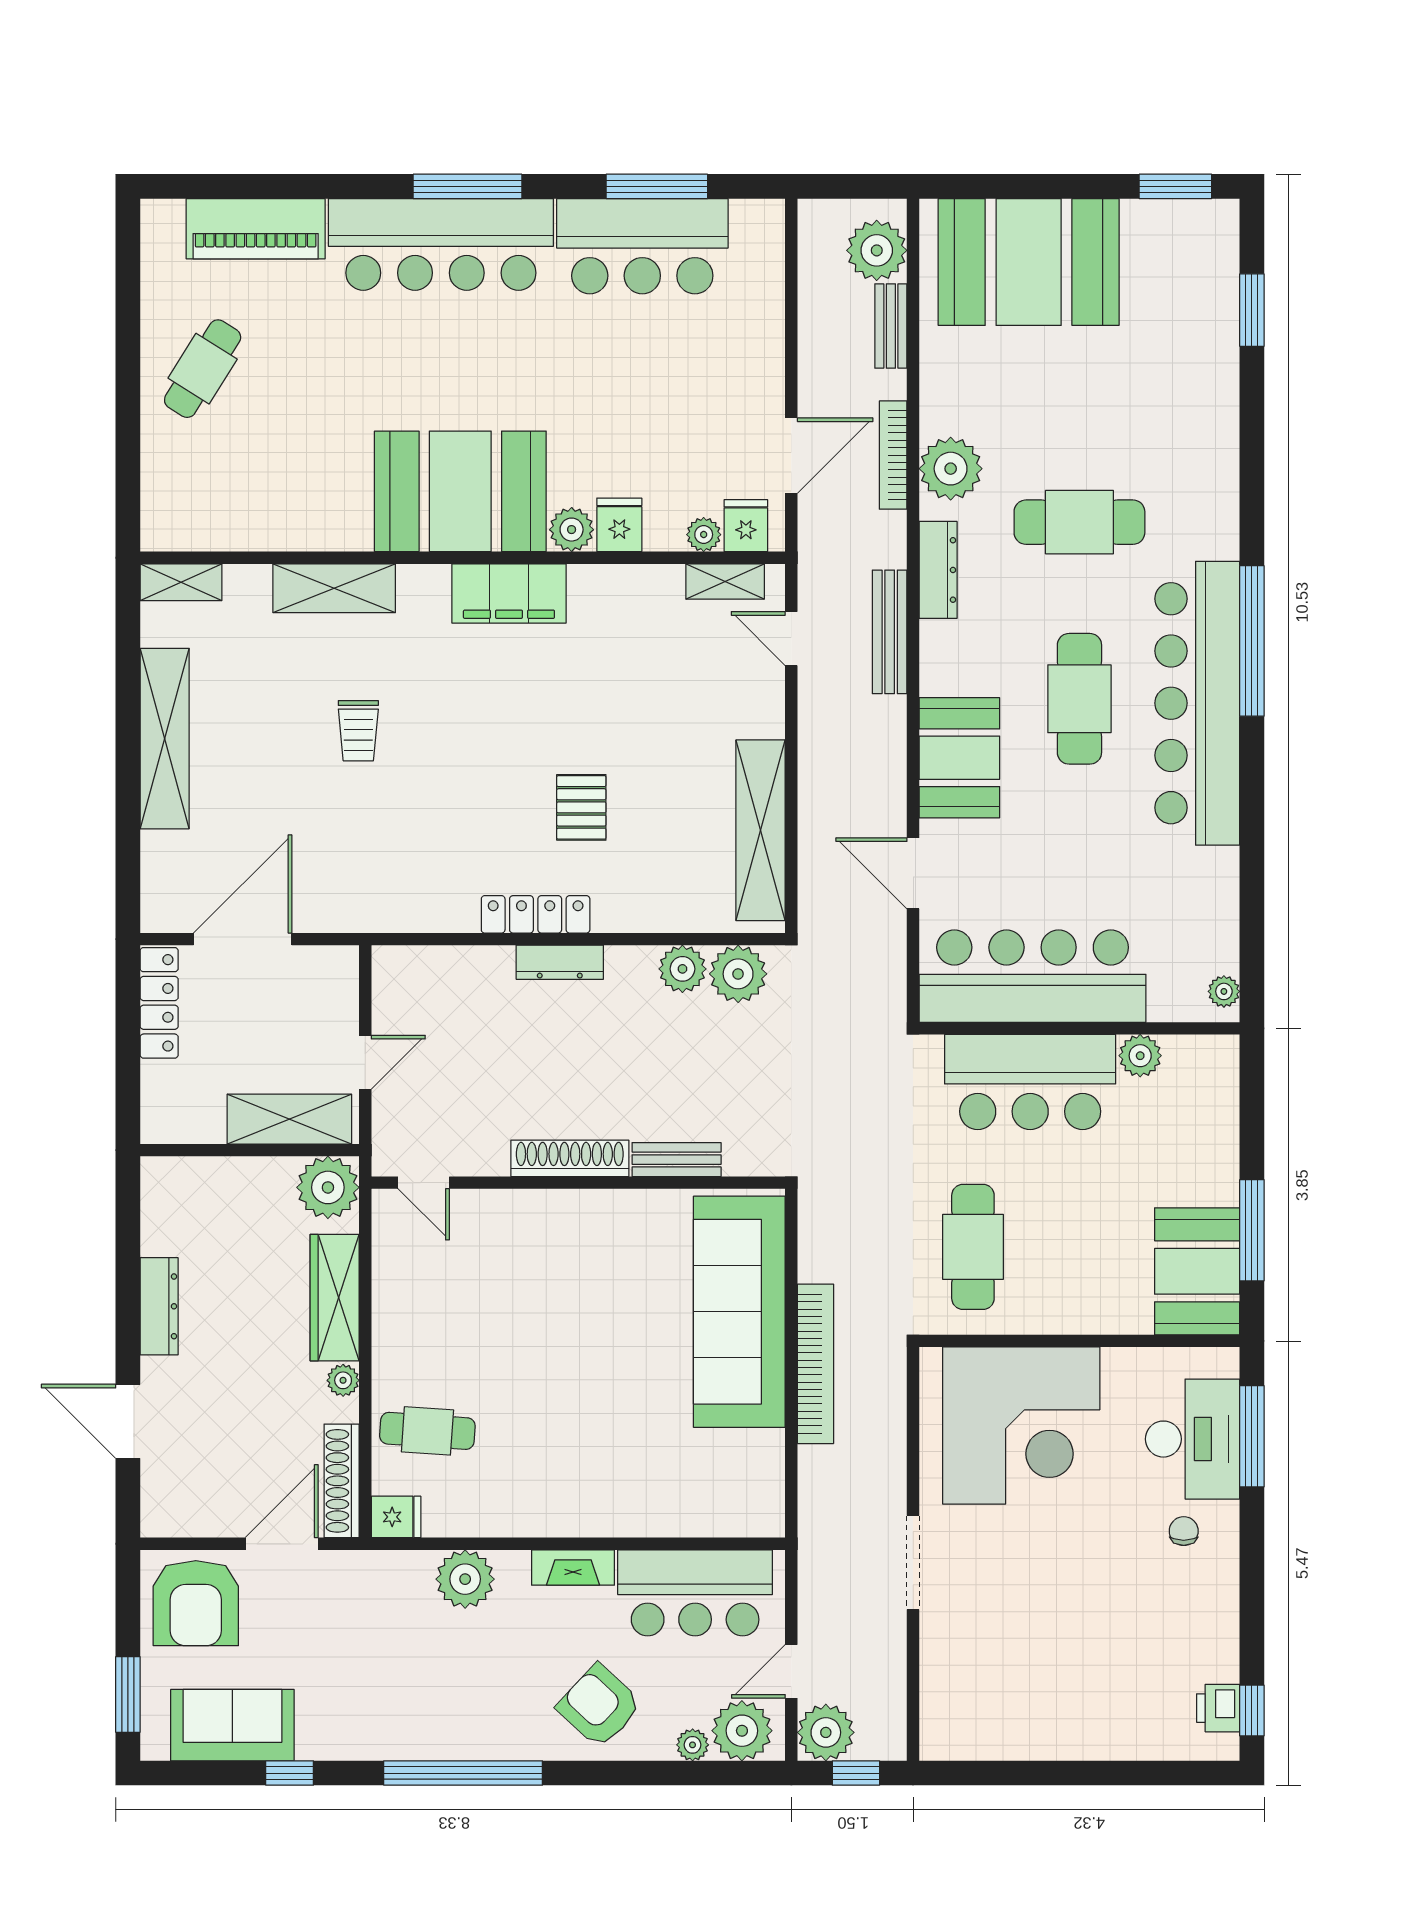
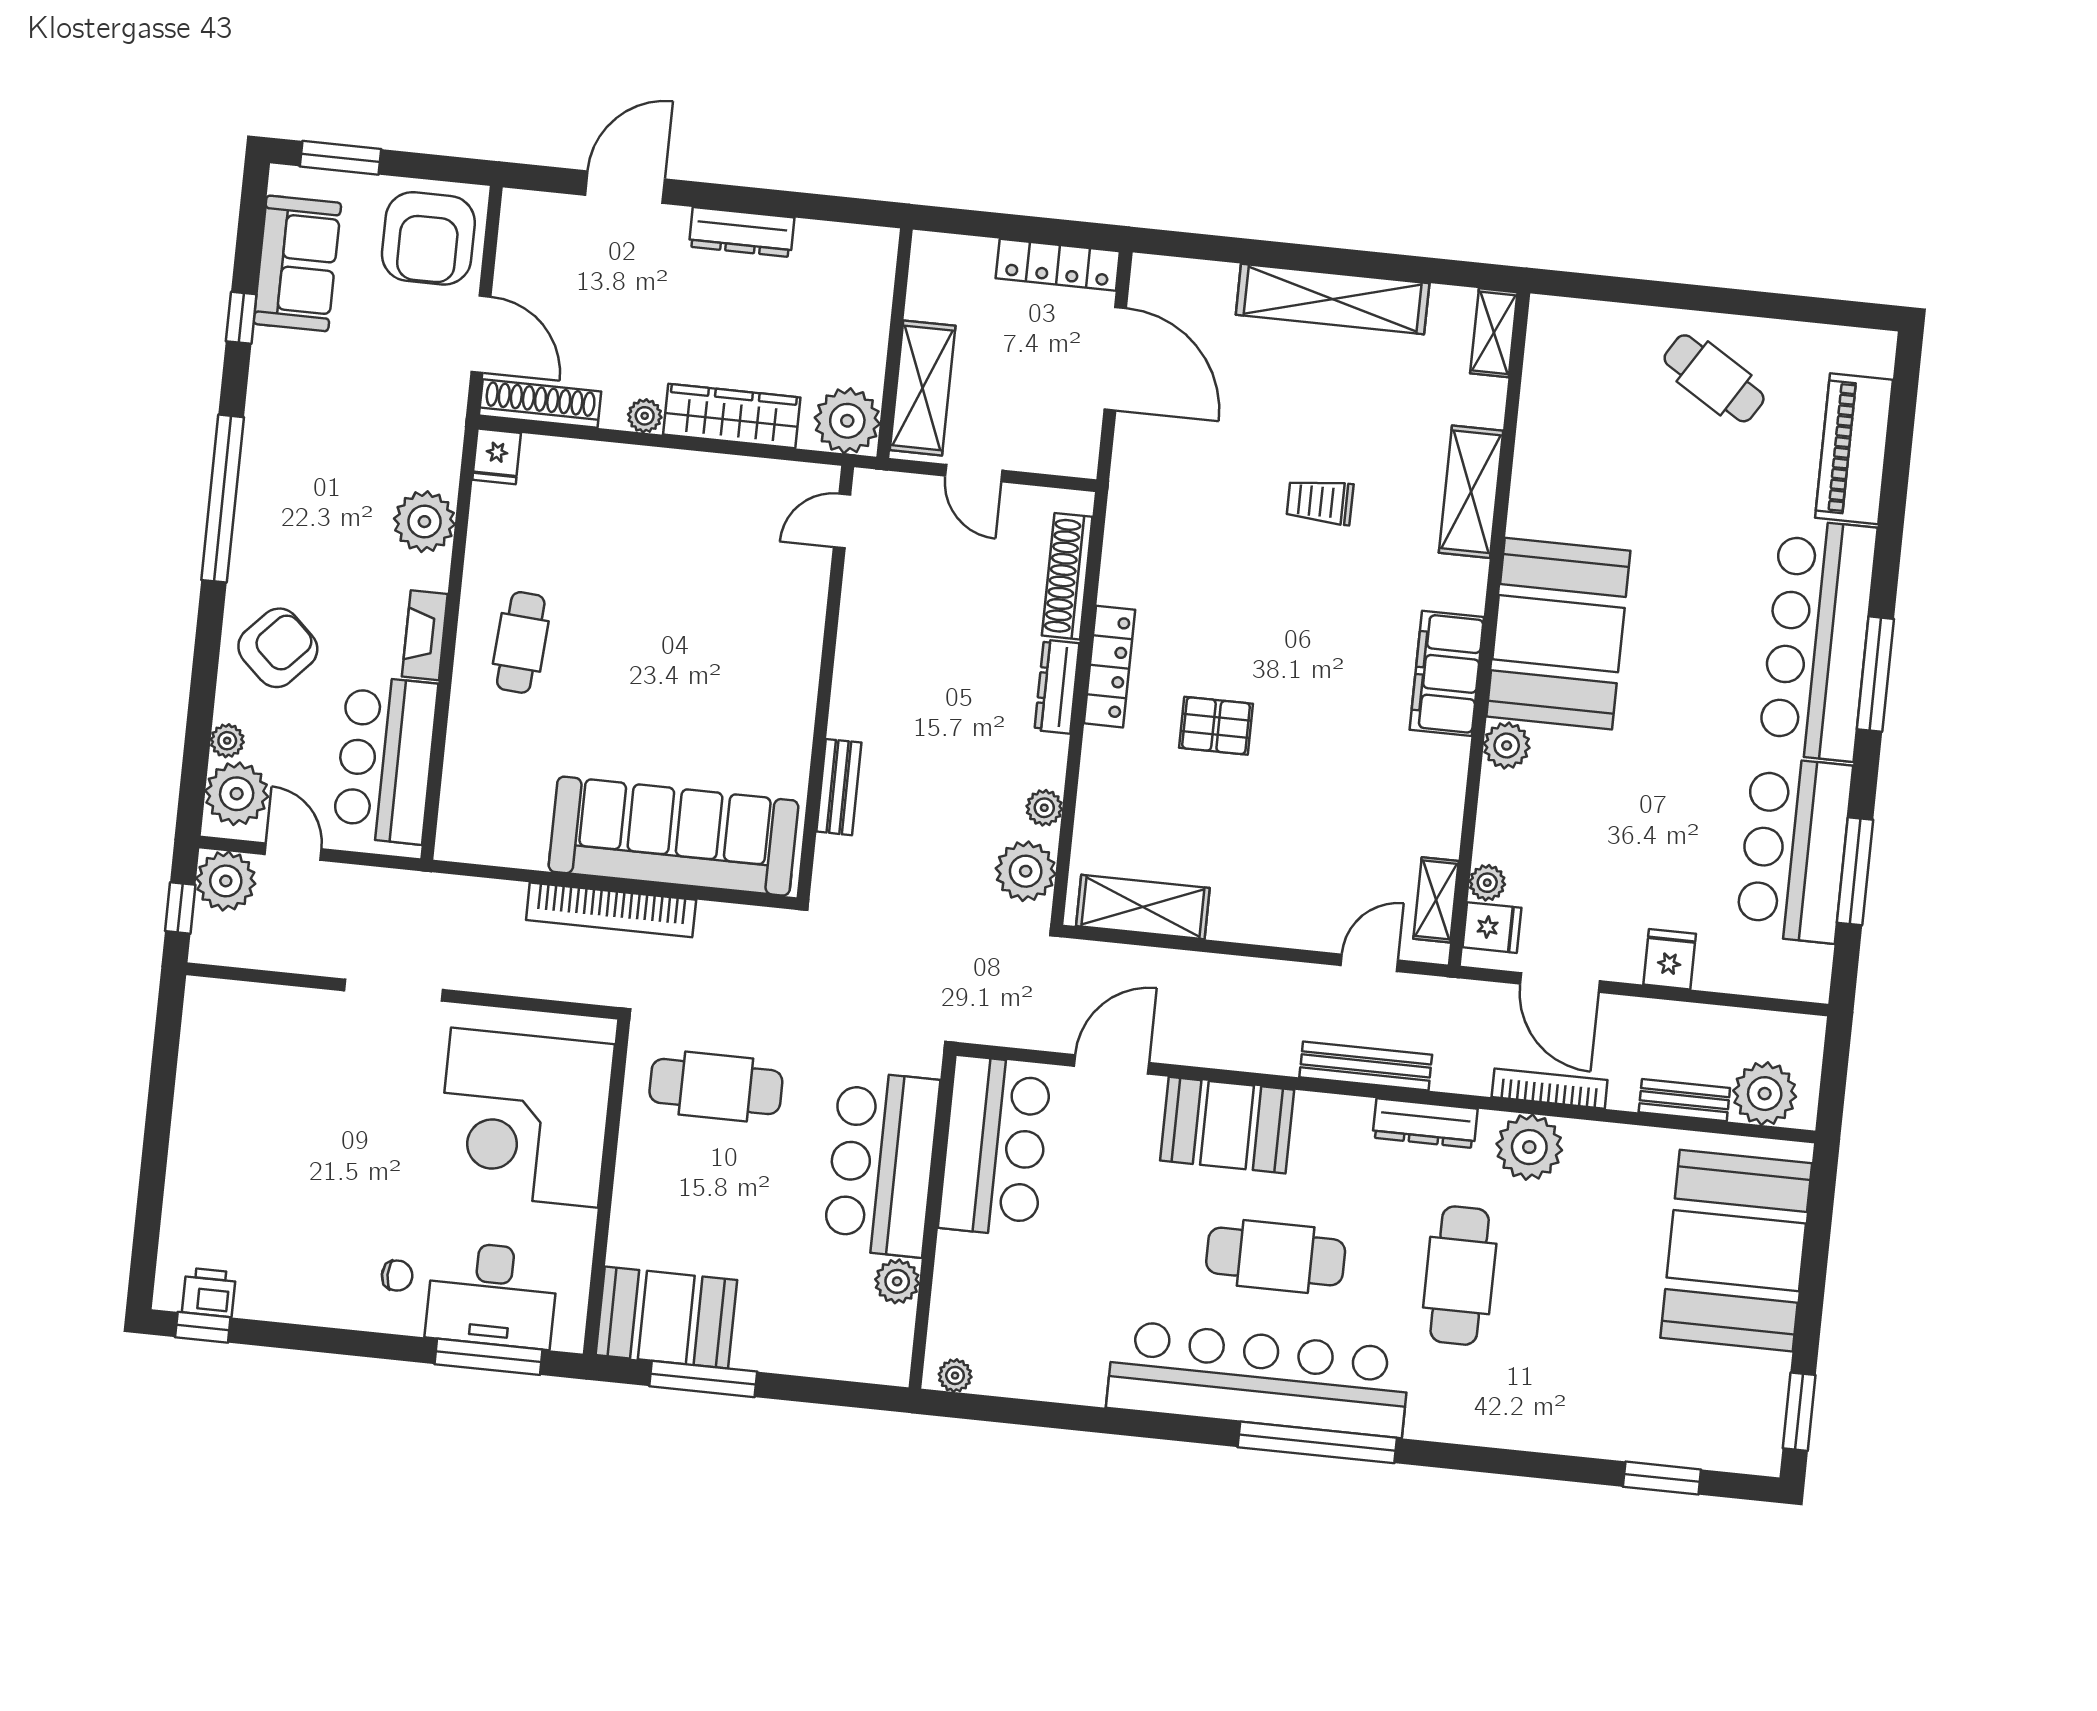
fridge: (619, 525) -> (1670, 959), moved, turned -90
shelving: (761, 830) -> (1143, 907), width x0.68
plant: (682, 969) -> (1044, 808), width x0.73, depth x0.73
bar counter: (1033, 976) -> (995, 1146), width x0.73
shoe rack: (570, 1158) -> (1067, 576), moved, turned 180
cafe table: (427, 1431) -> (521, 642), moved
armchair: (196, 1603) -> (428, 238), turned -90

